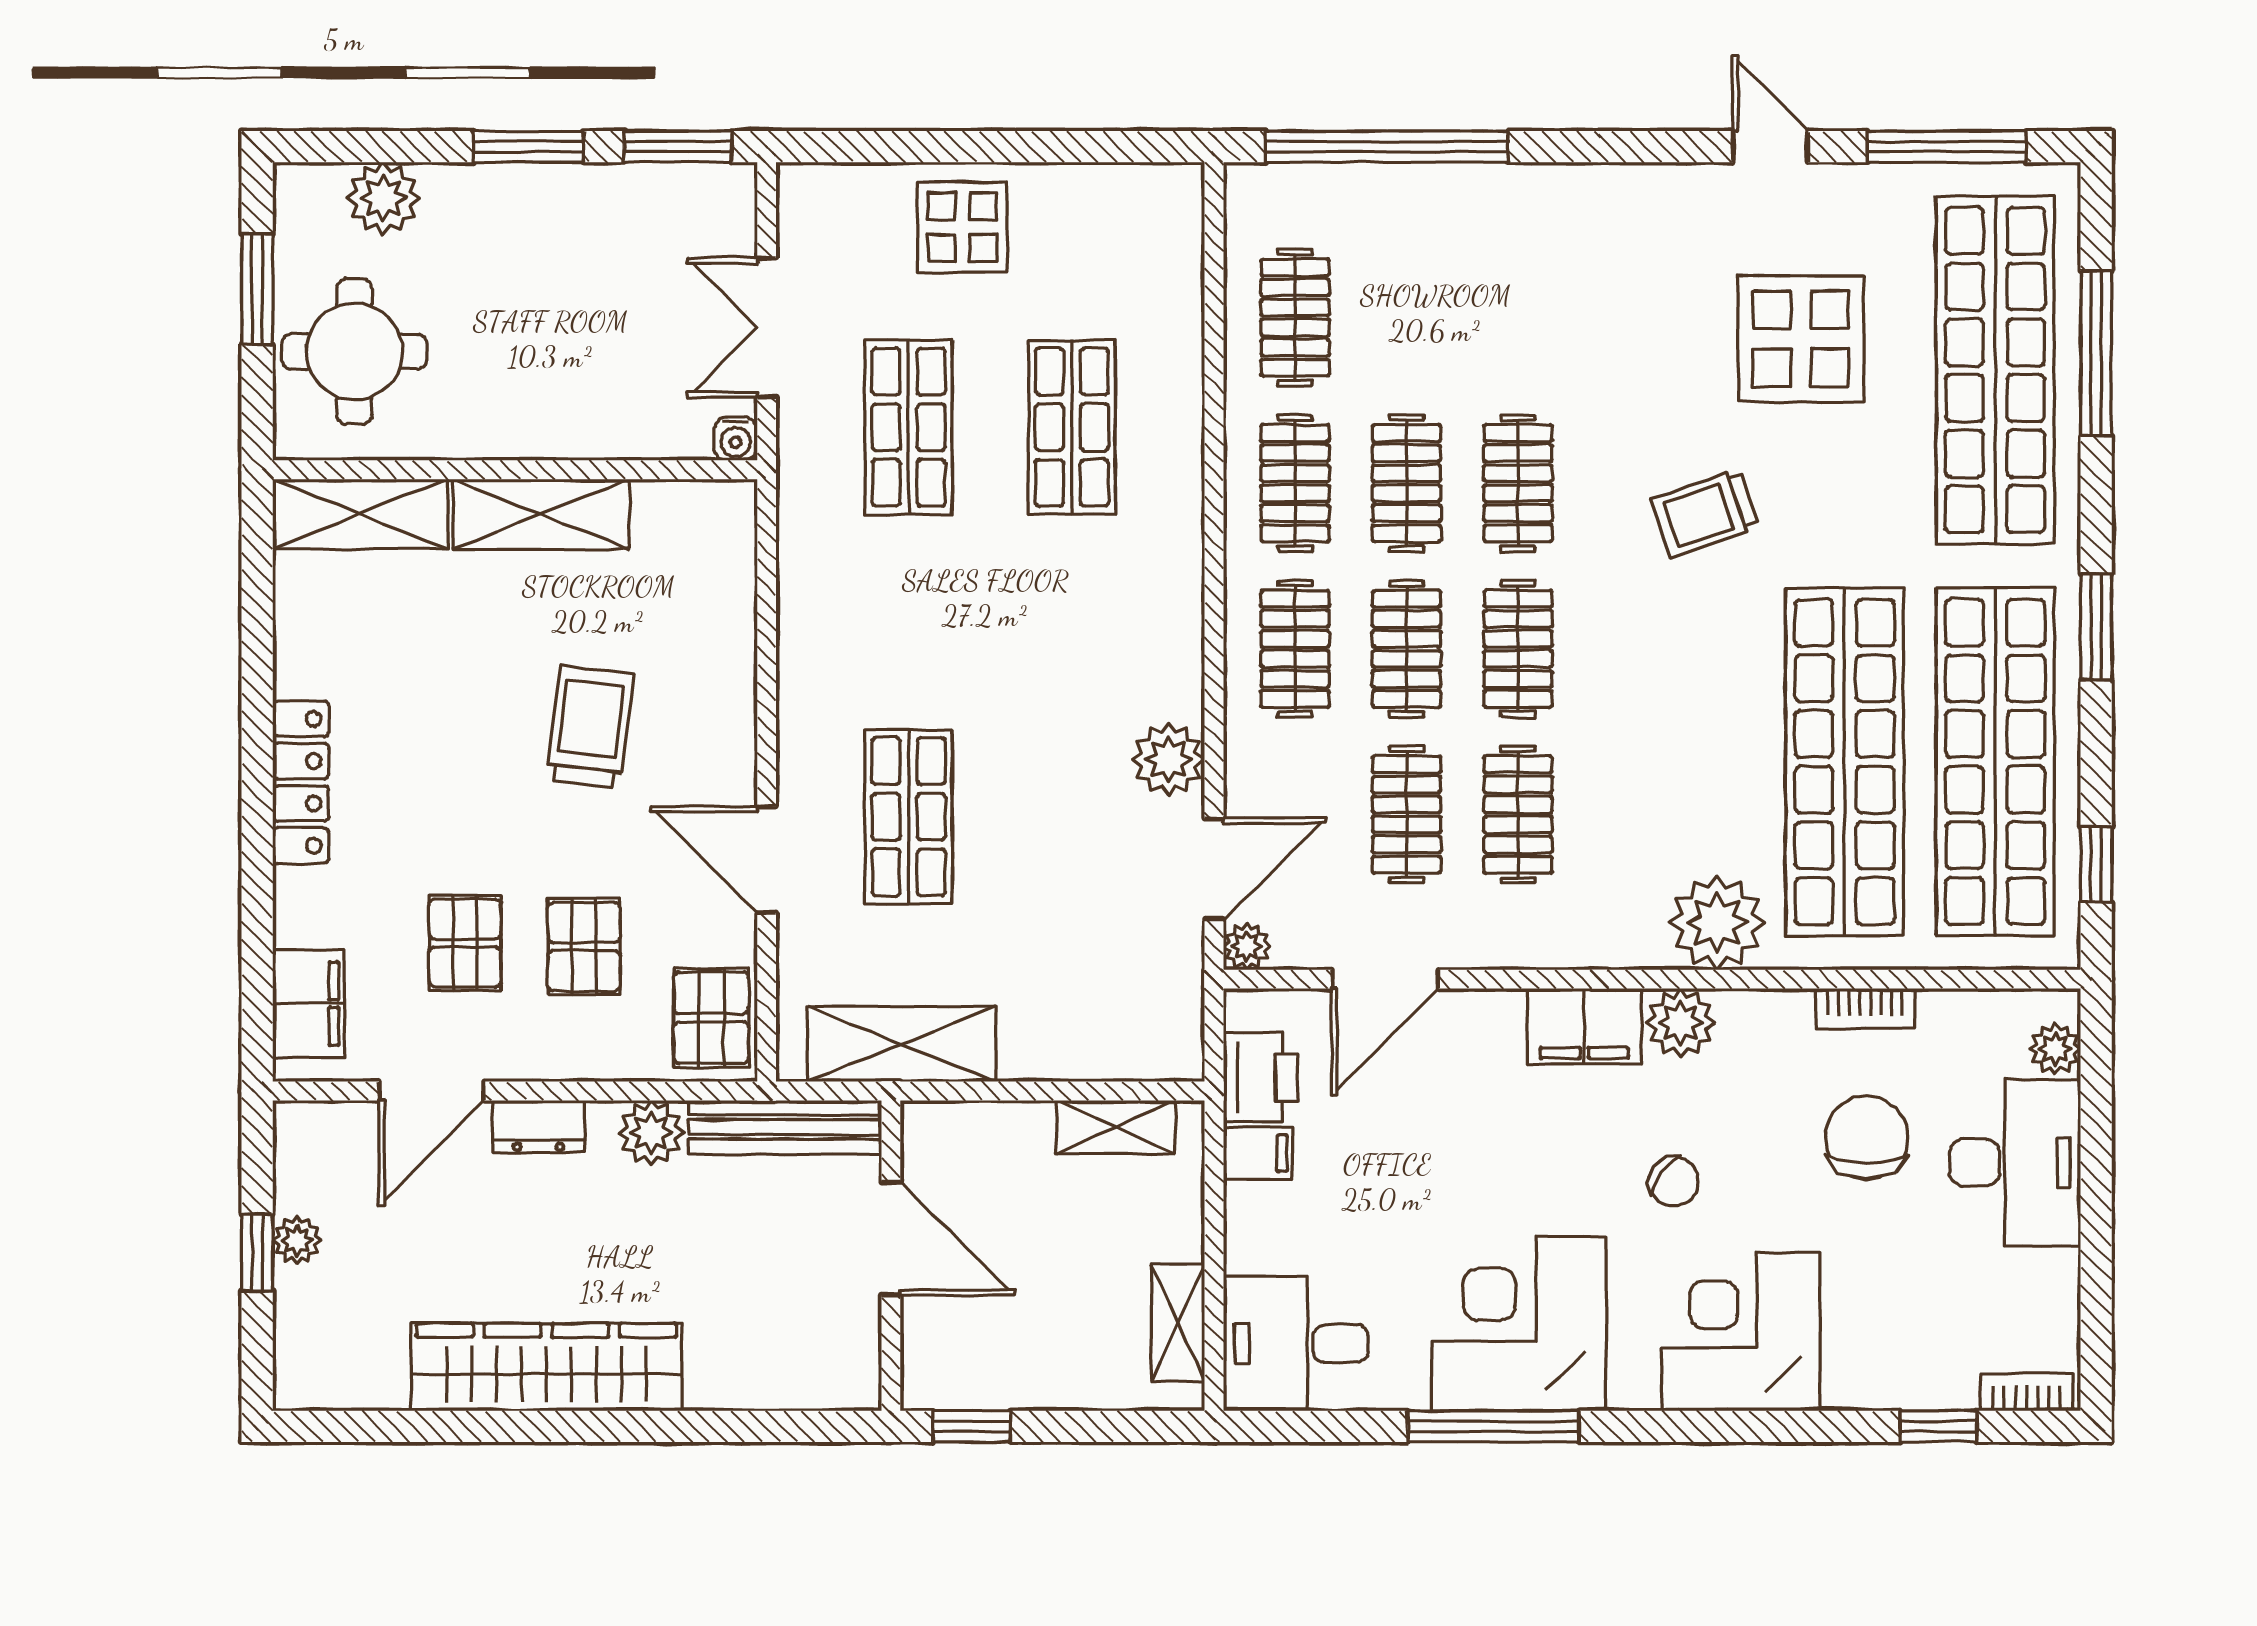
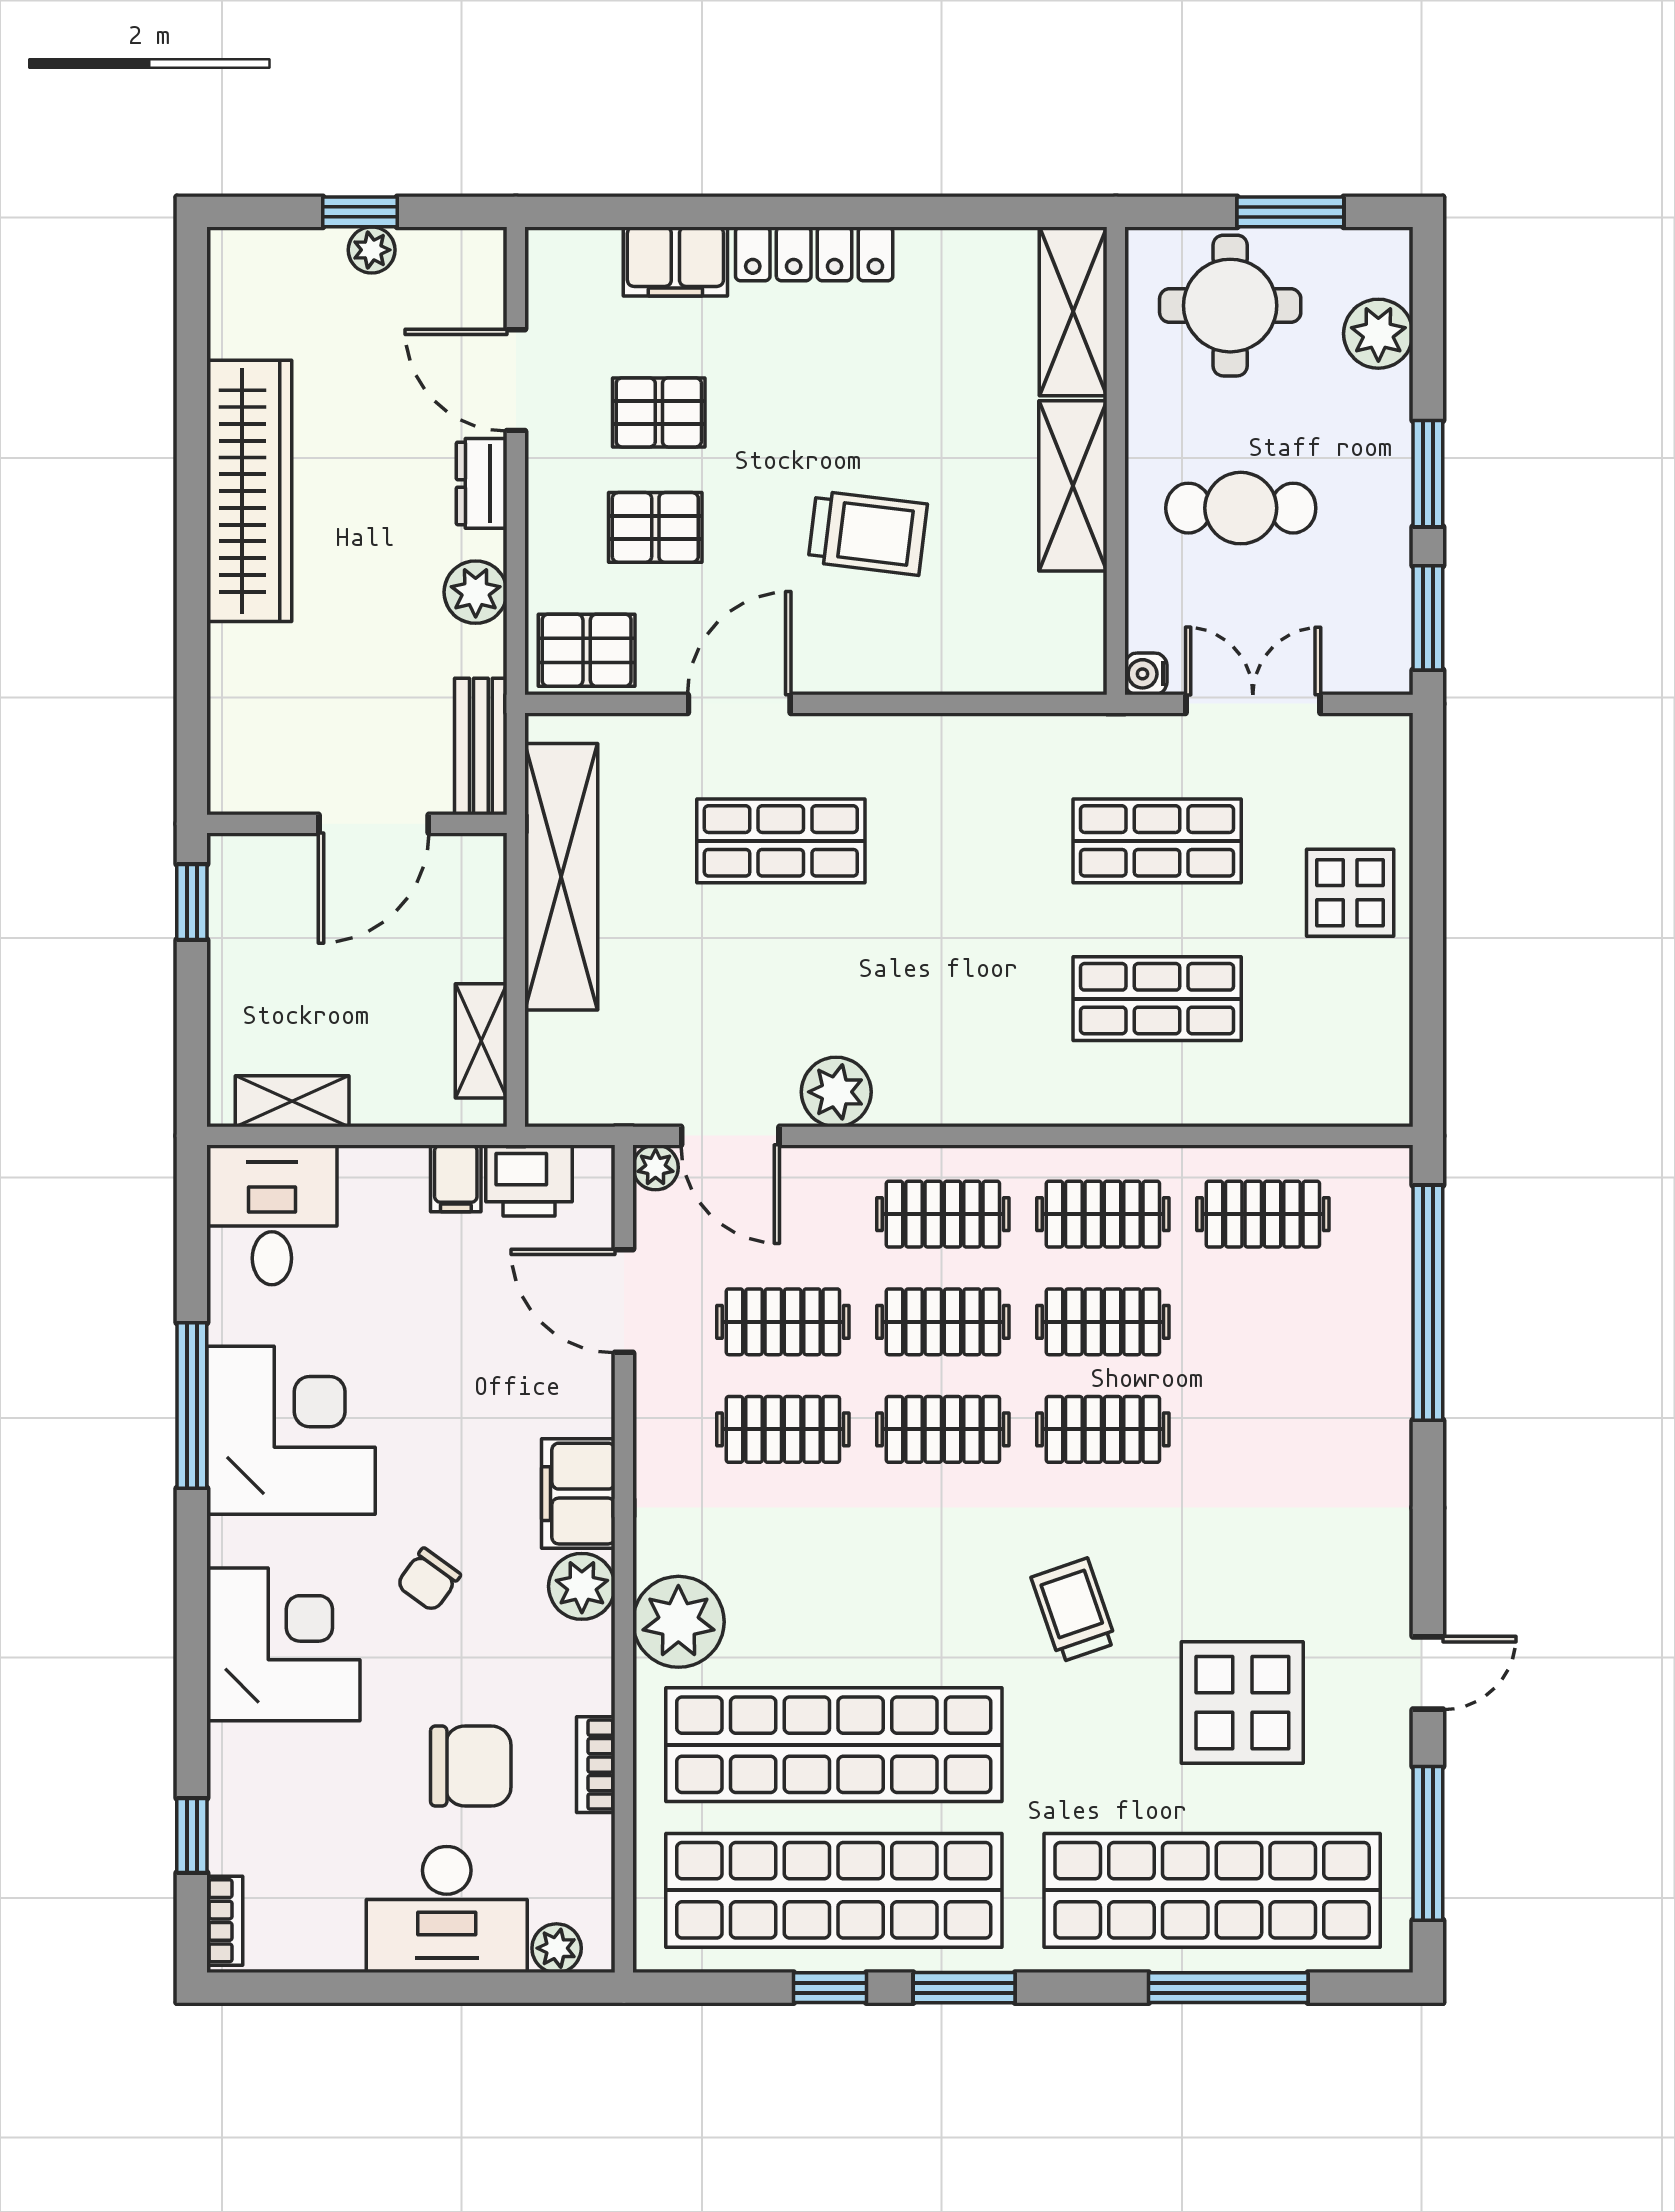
cafe table: (564, 340) -> (1241, 508), added
window: (2096, 864) -> (830, 1988), moved
filing cabinet: (309, 1004) -> (675, 262), moved
shelving: (902, 1044) -> (561, 877), width x1.47
bench: (785, 1127) -> (481, 746), width x0.73

